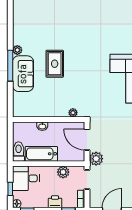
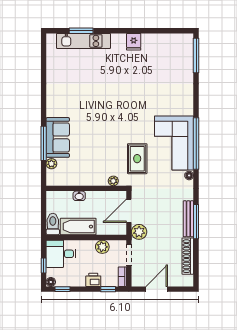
plant: (17, 50) -> (51, 164), moved
rug: (55, 64) -> (137, 159), moved
window: (10, 66) -> (44, 143), moved
door: (87, 140) -> (129, 211), hinge flipped

